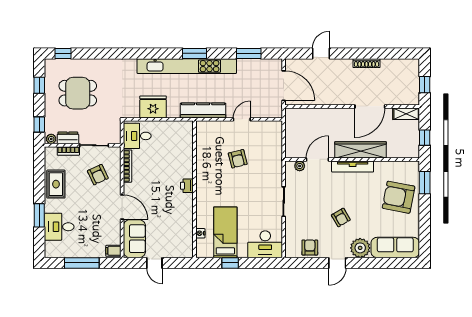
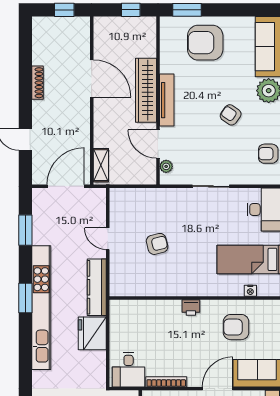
fridge: (153, 107) -> (92, 333), moved
shelving: (406, 114) -> (101, 165), moved
armchair: (399, 197) -> (205, 43), turned 79
armchair: (341, 217) -> (231, 115), turned -115
armchair: (171, 222) -> (236, 327), added

